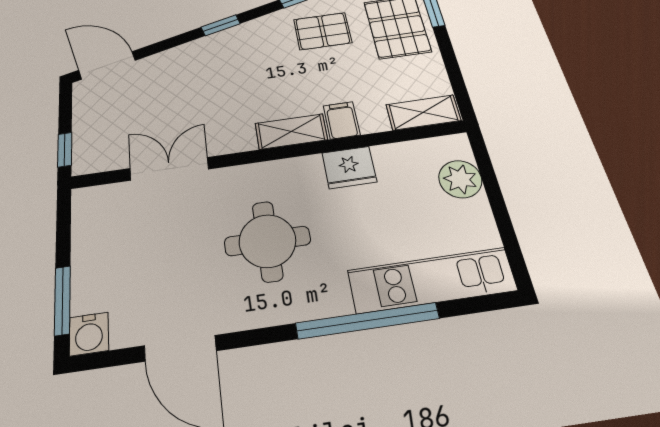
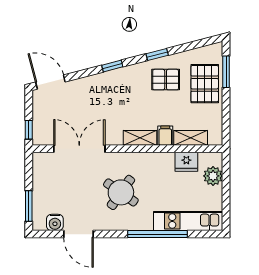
shelving: (423, 112) -> (191, 138), moved
fridge: (349, 167) -> (186, 162), moved
double door: (169, 169) -> (79, 149), width x1.37
round table: (267, 241) -> (121, 192), turned 35
water cooler: (89, 334) -> (55, 222), moved

